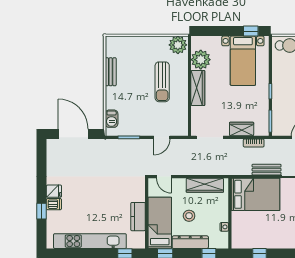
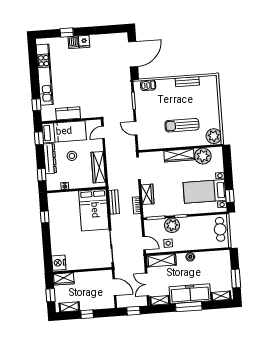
plant: (281, 102) -> (172, 225), added
bench: (267, 170) -> (114, 202), moved

